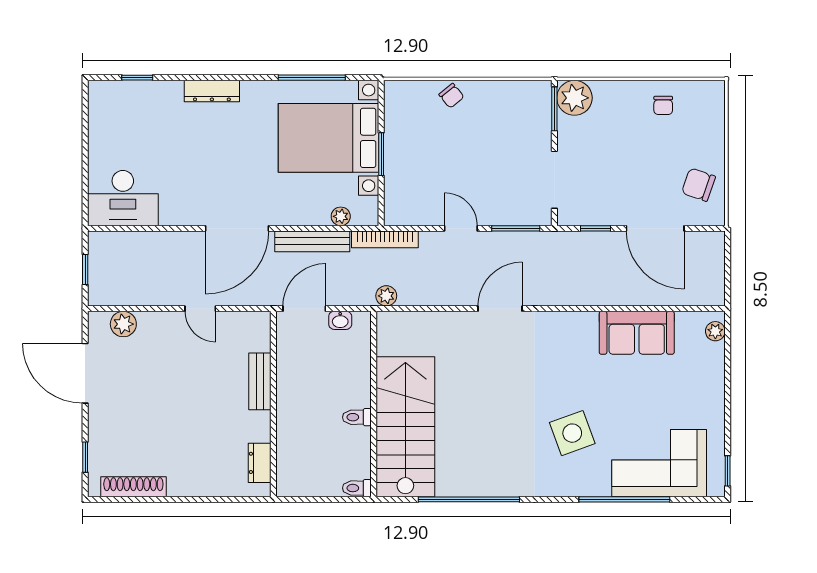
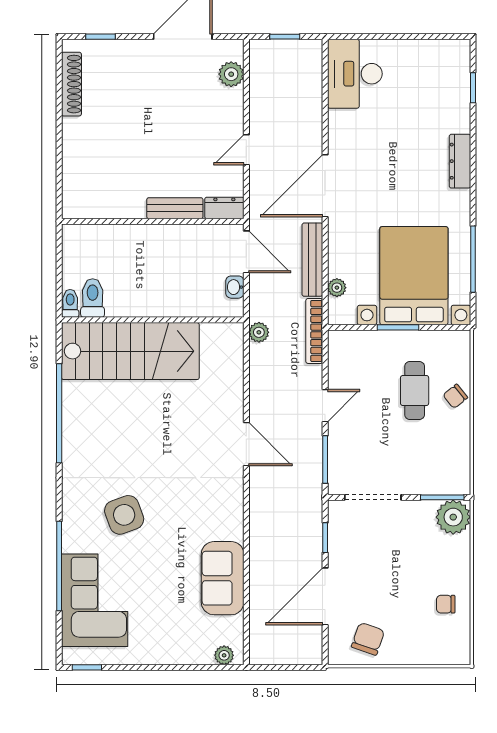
cafe table: (446, 137) -> (415, 390), added
door: (237, 228) -> (325, 186), hinge flipped
toilet: (357, 417) -> (93, 298), moved, width x1.37, depth x1.39
dresser: (260, 463) -> (224, 208), moved

